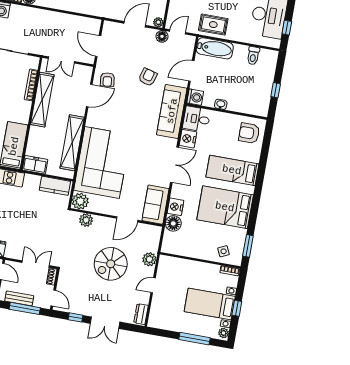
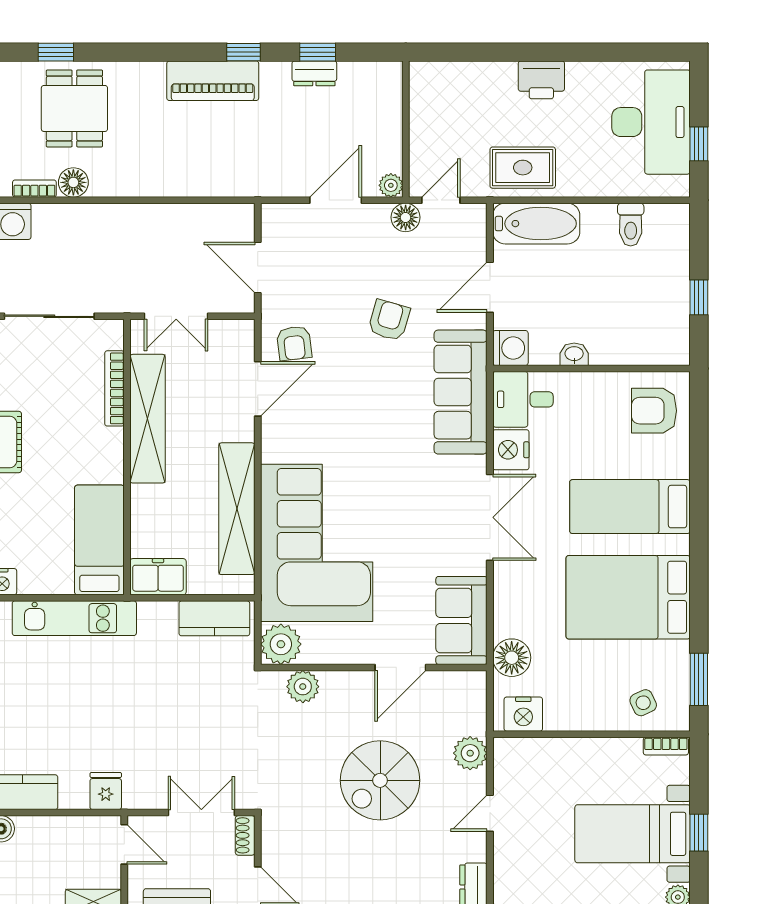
nightstand: (175, 207) -> (523, 714), moved, turned -90

